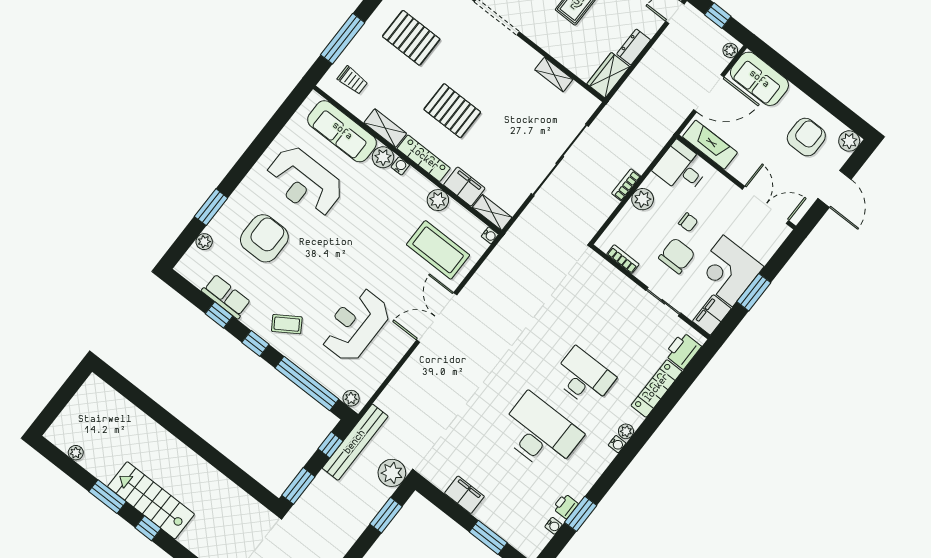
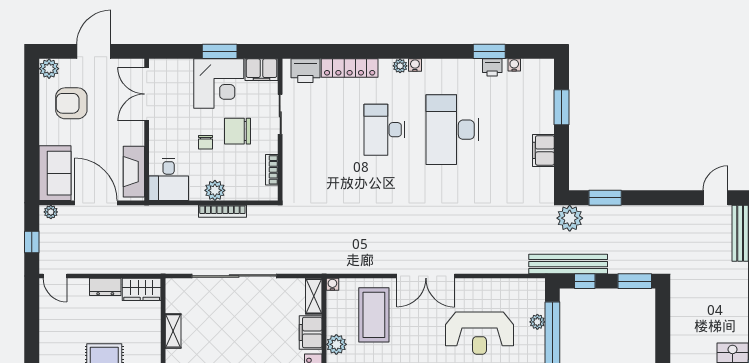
bookcase: (626, 185) -> (222, 211), width x1.56
chair: (688, 222) -> (206, 142), turned 180
plant: (351, 398) -> (537, 322), moved

